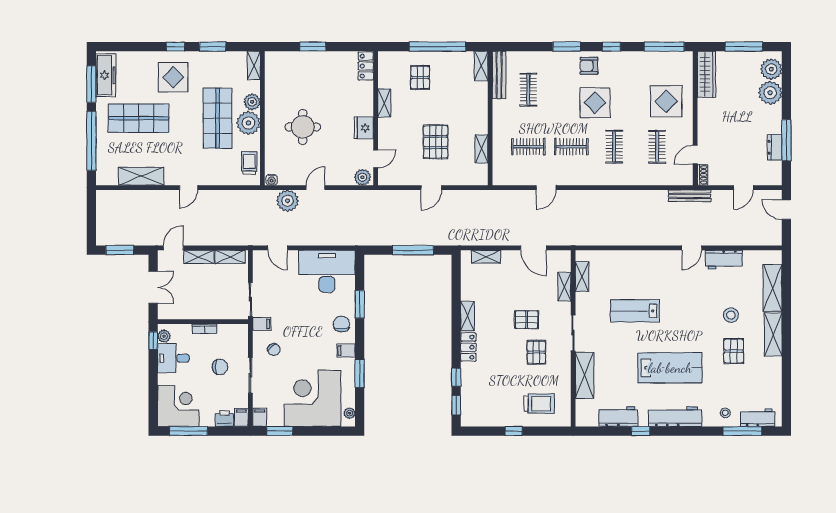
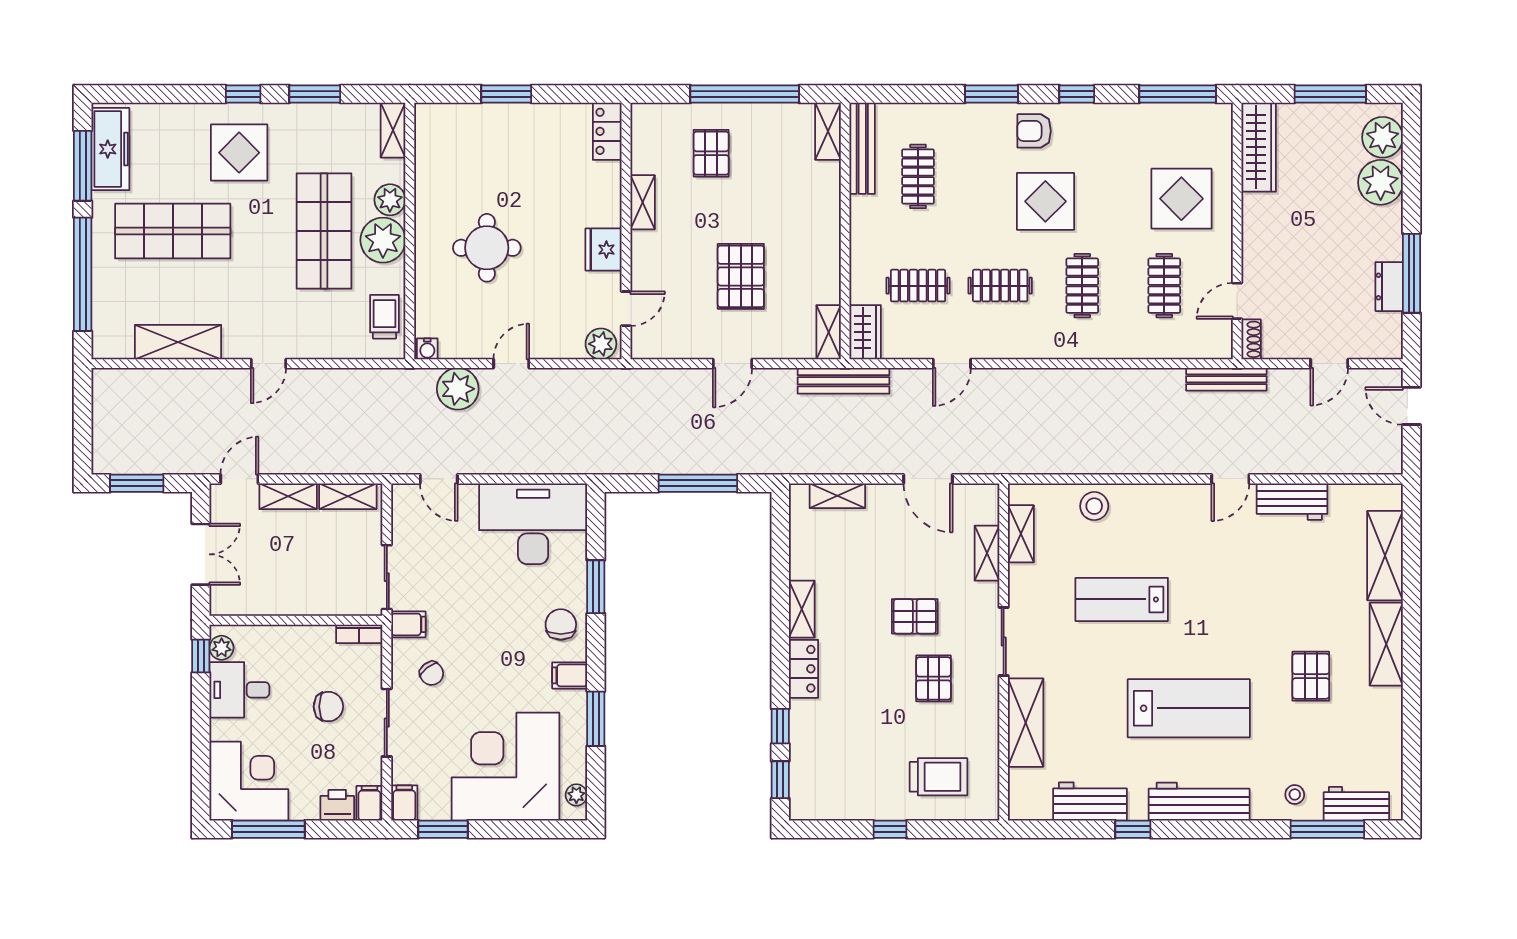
shelving: (481, 149) -> (829, 332), moved
wardrobe: (501, 171) -> (865, 332), added
bench: (489, 197) -> (844, 381), added
stool: (731, 315) -> (1094, 506), moved
bookcase: (204, 329) -> (359, 634), moved

